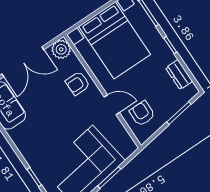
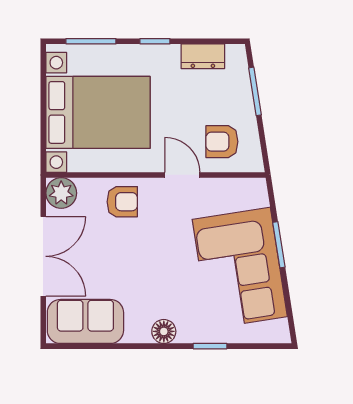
armchair: (78, 83) -> (122, 202), turned -90
door: (112, 105) -> (182, 175), hinge flipped
floor lamp: (26, 149) -> (164, 331), added

